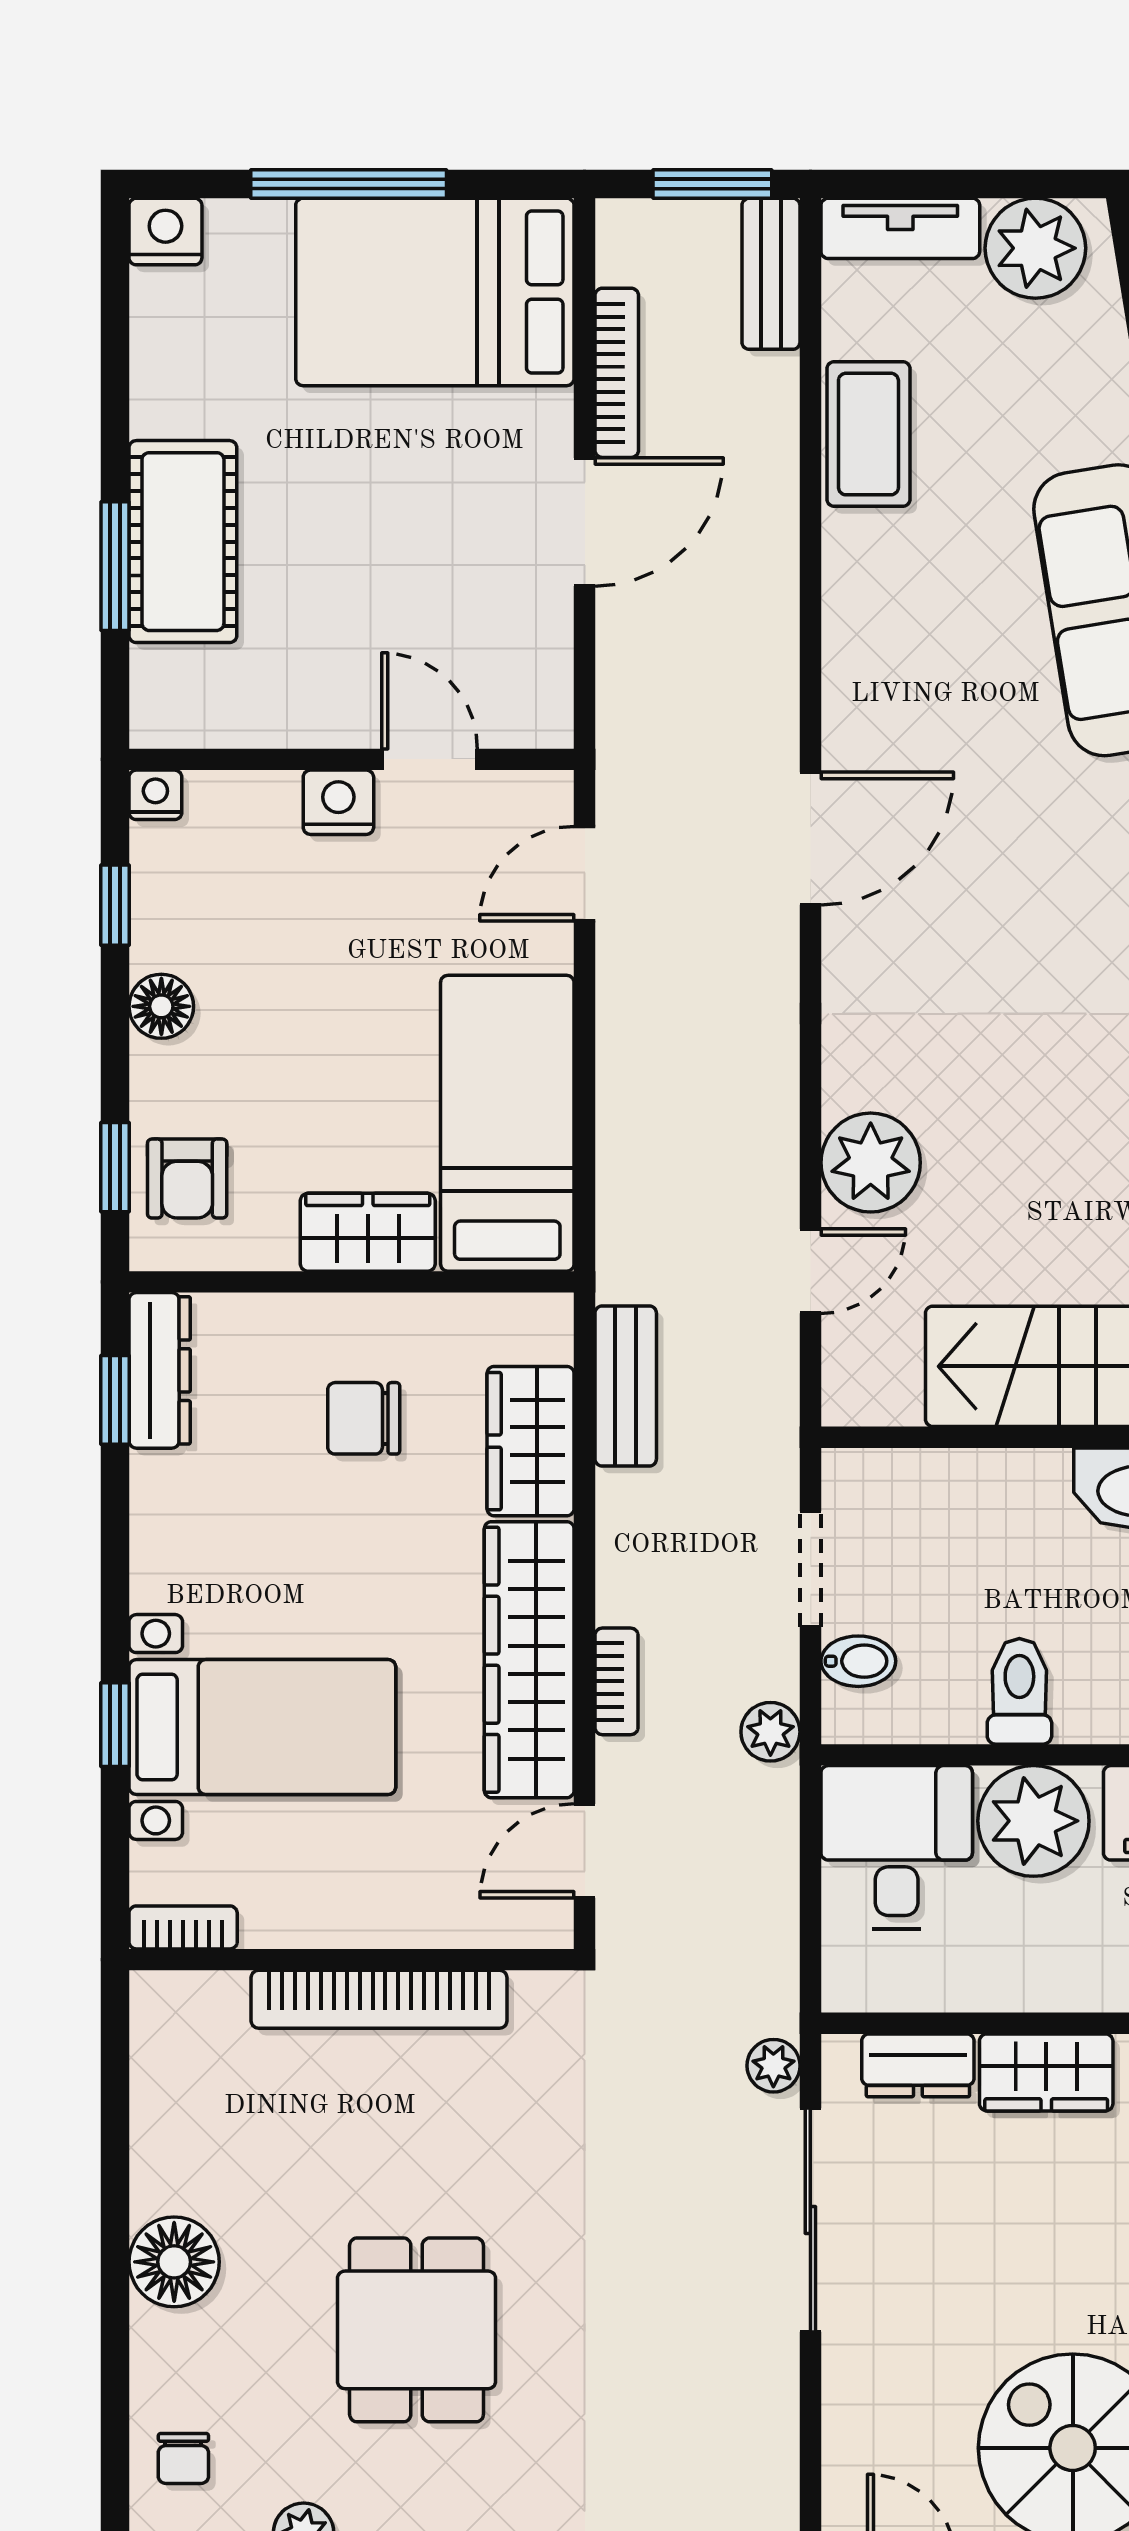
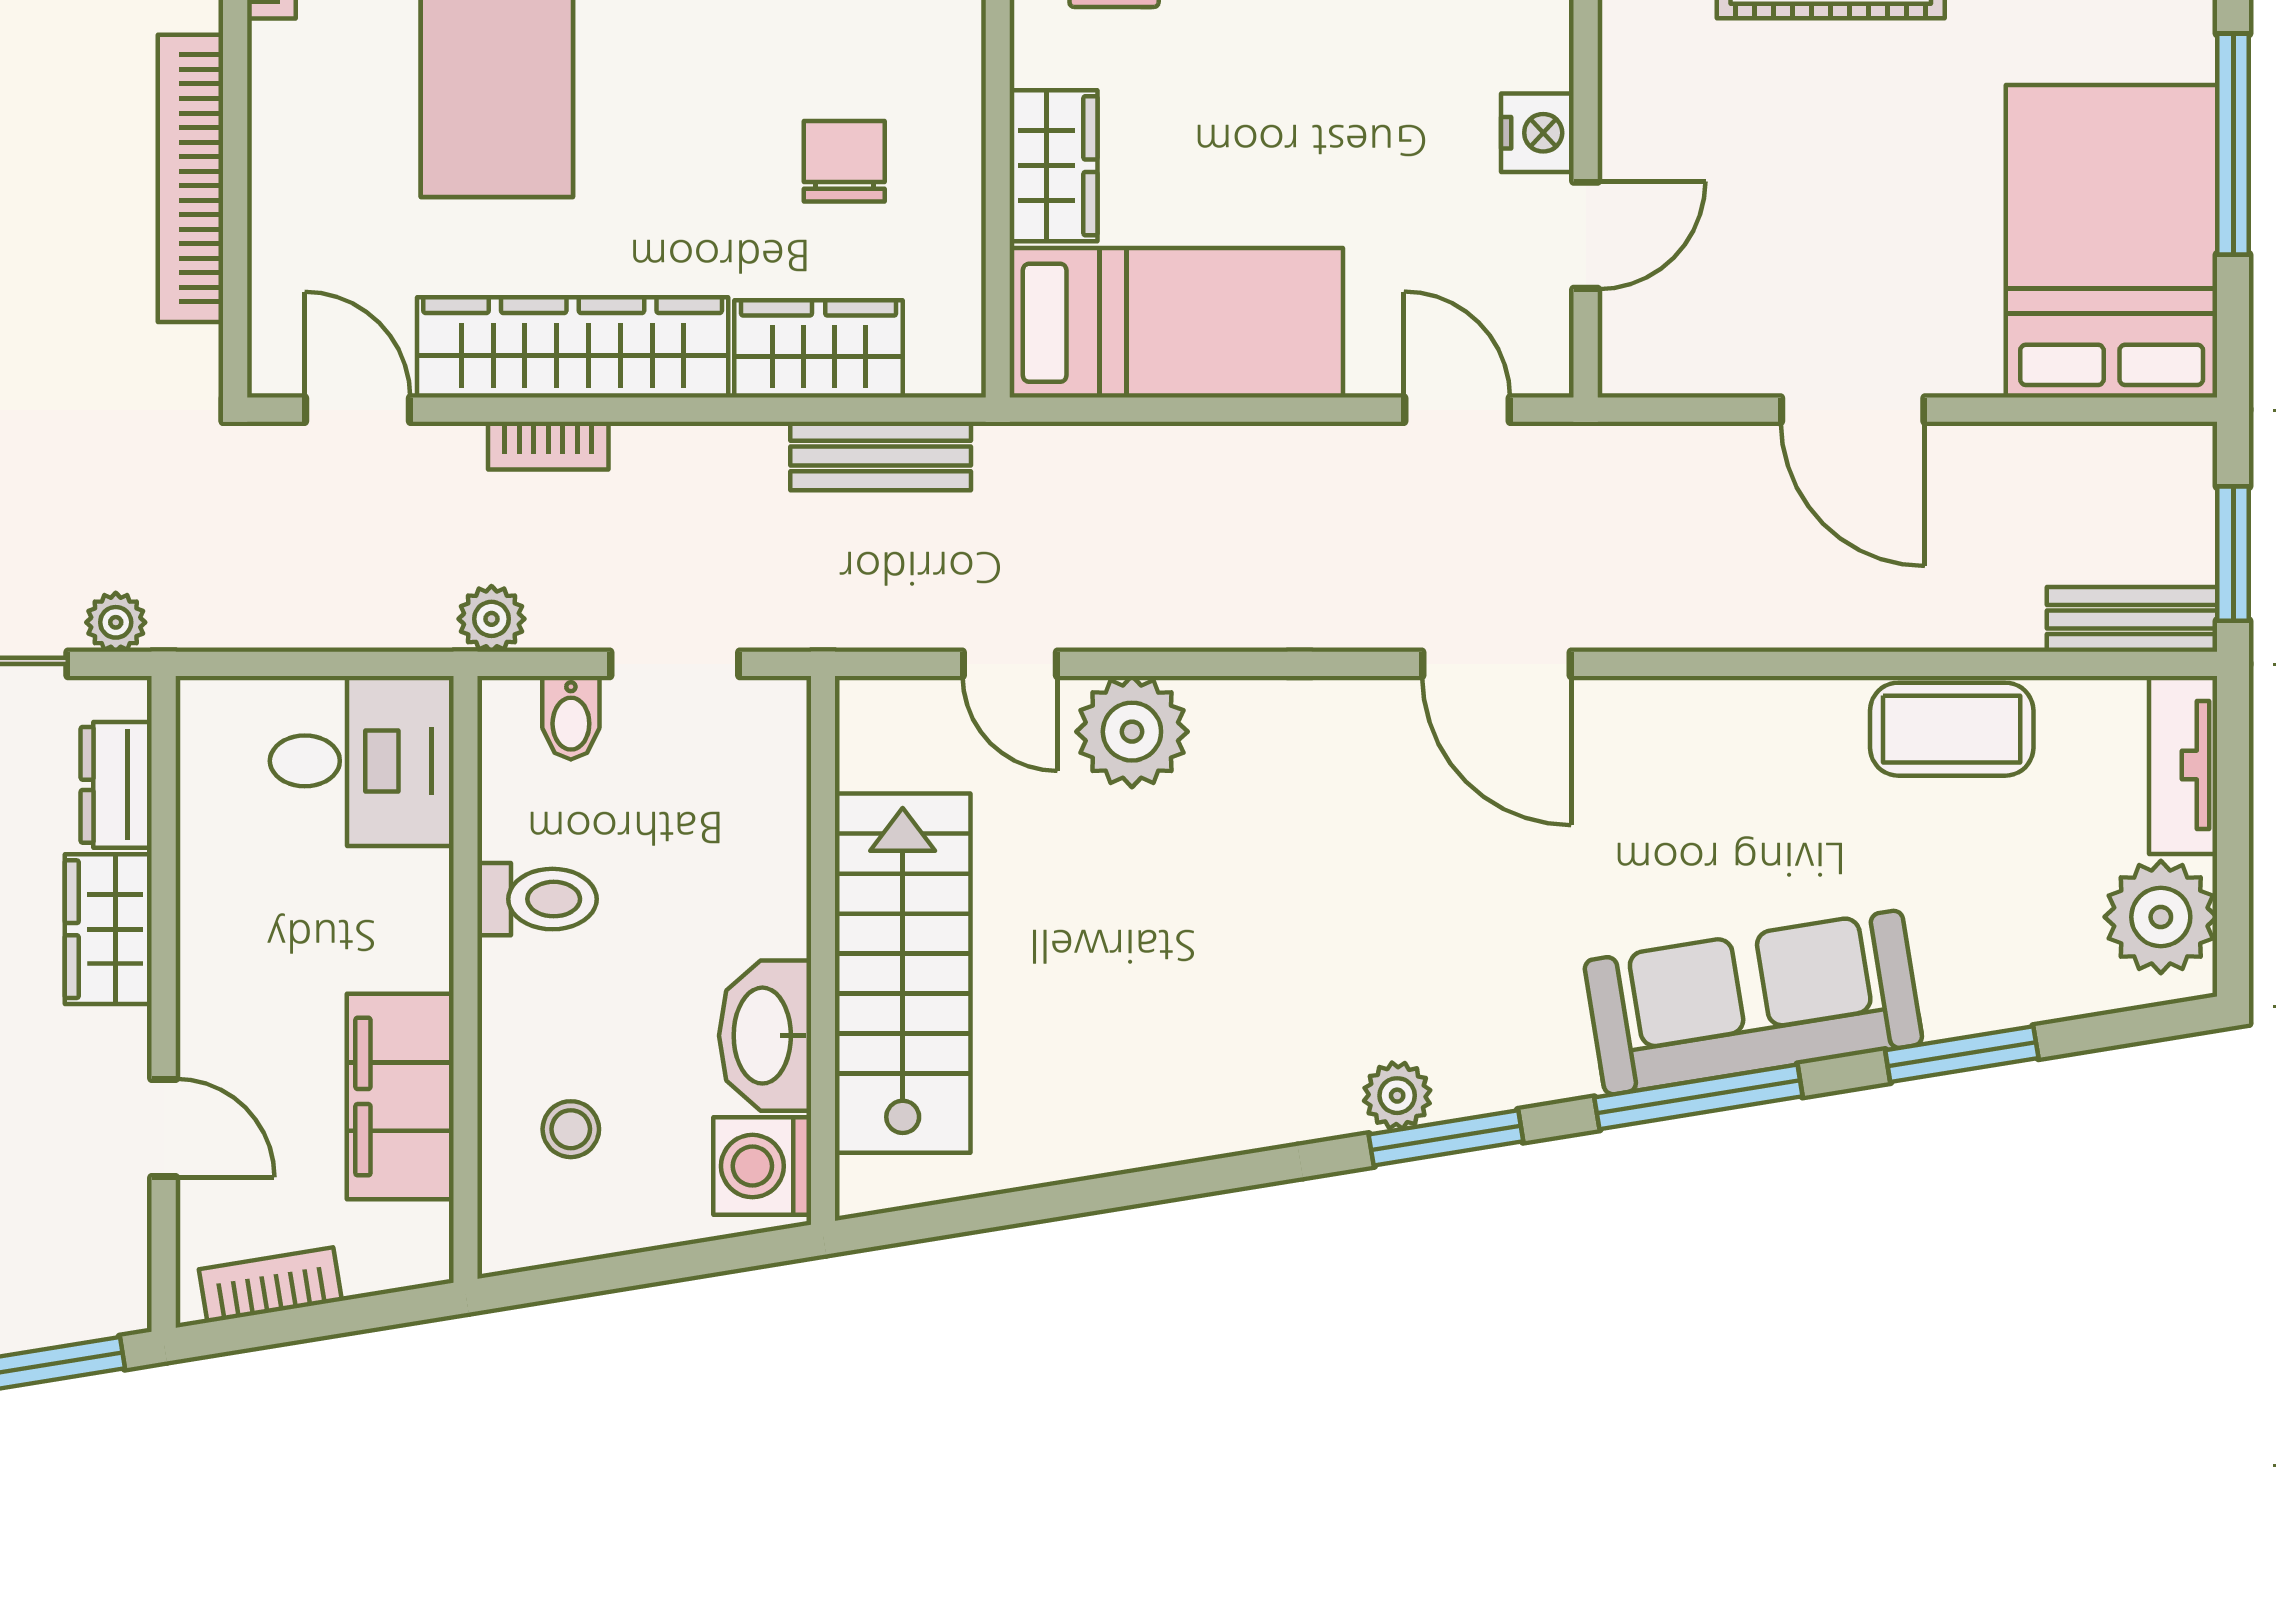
bookcase: (617, 373) -> (2021, 446), removed
plant: (1033, 1821) -> (391, 915), removed

